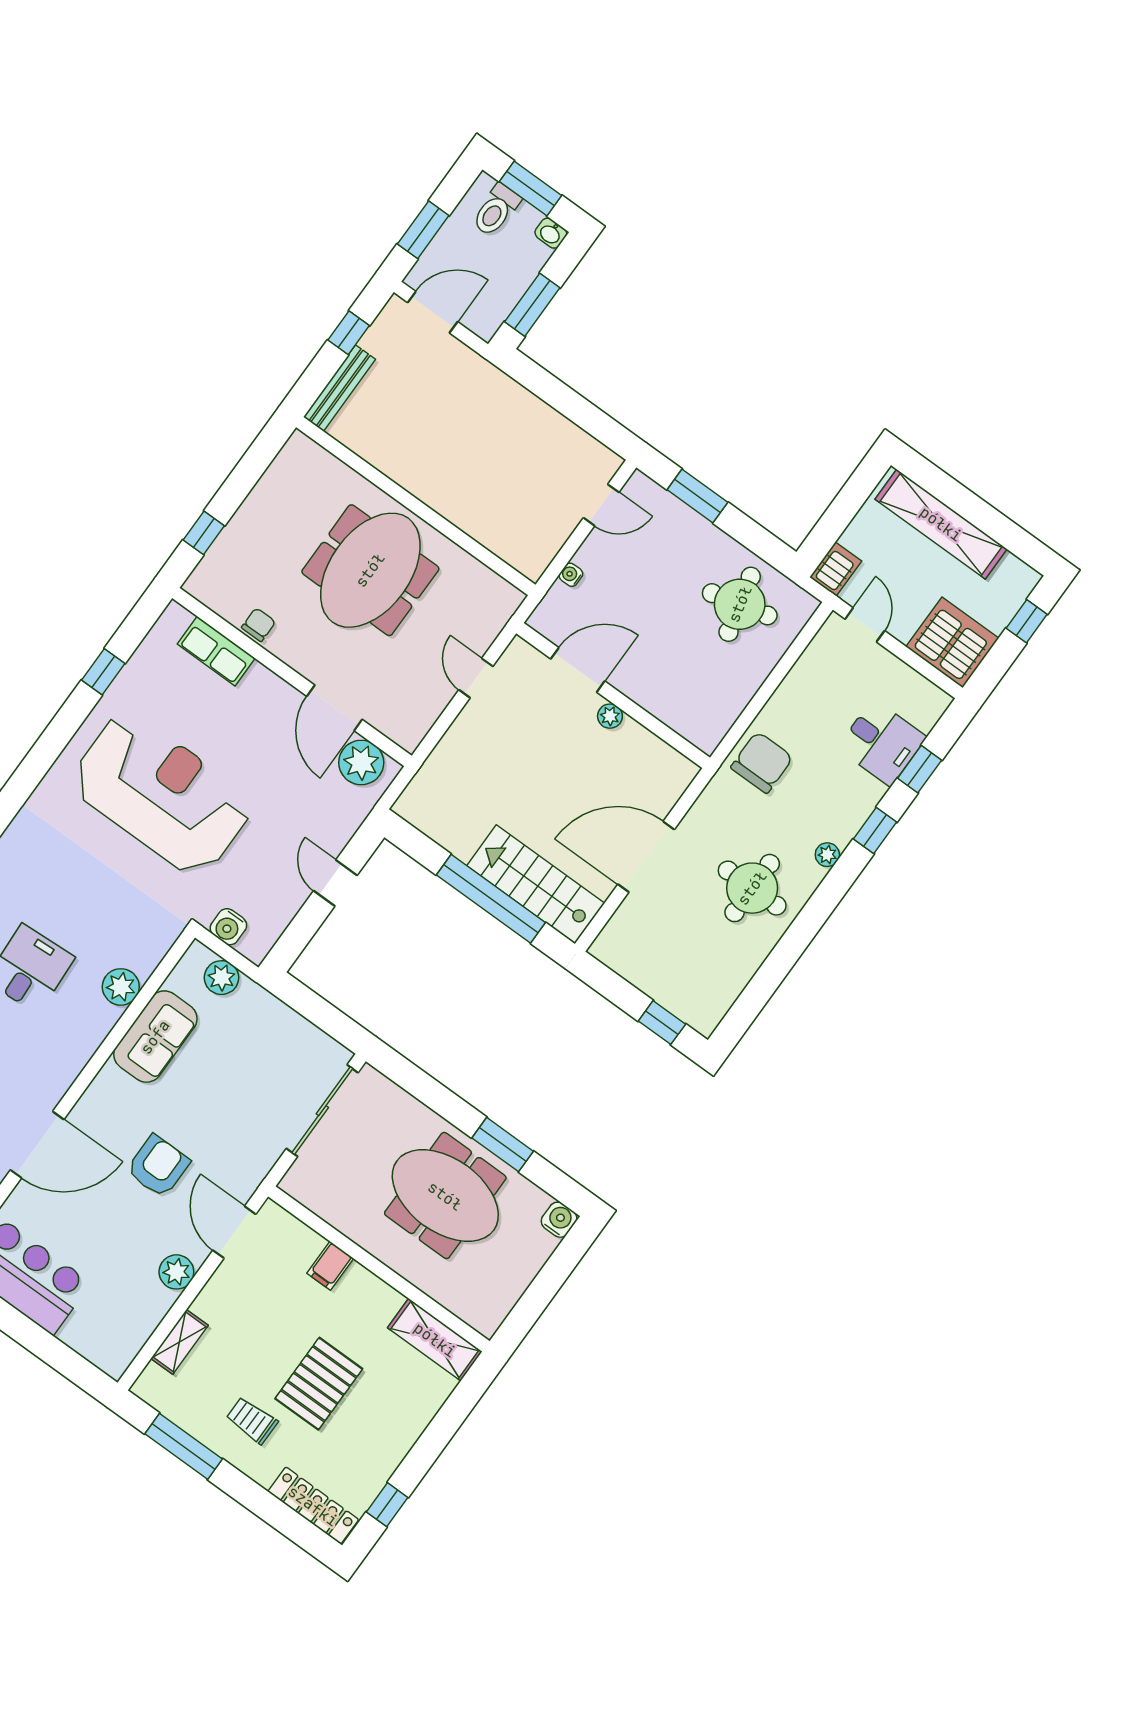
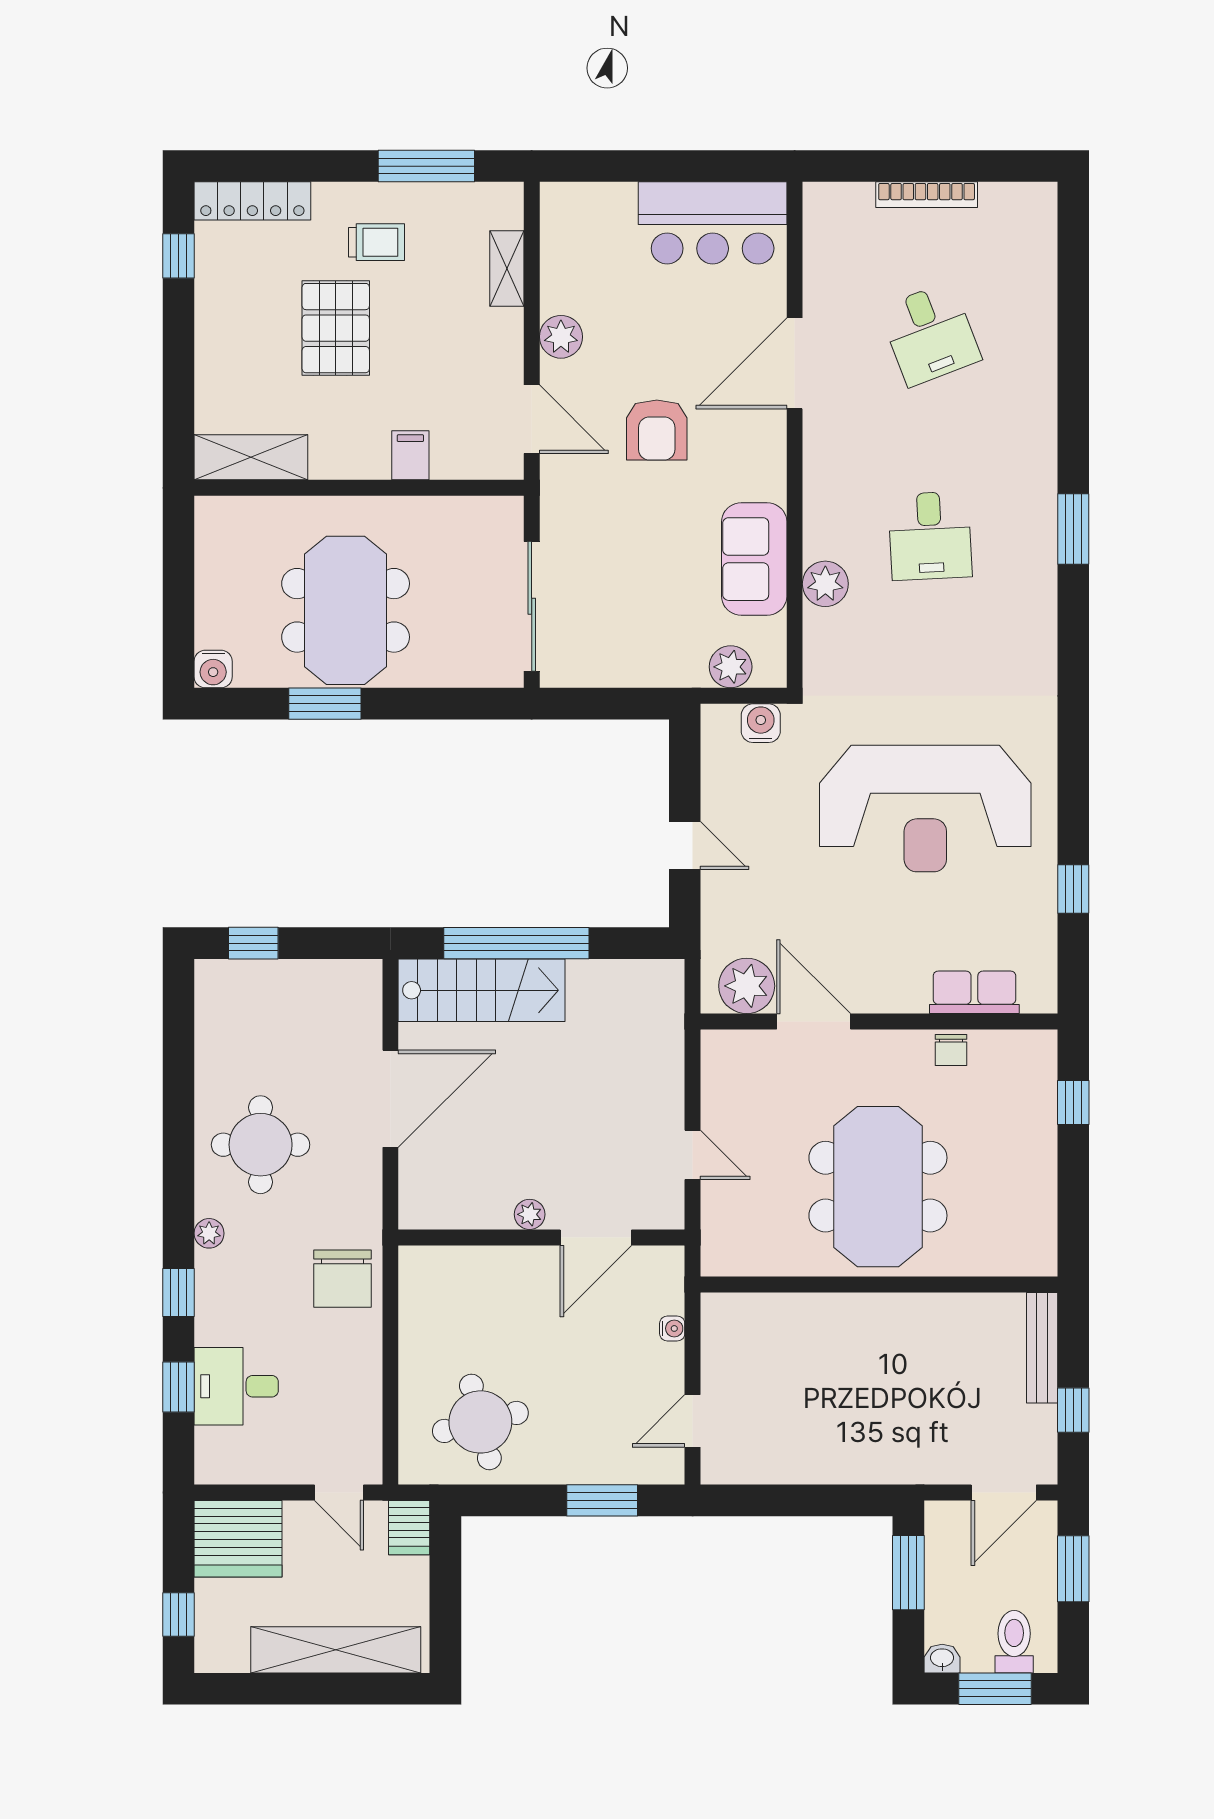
meeting table: (445, 1196) -> (346, 610), turned 90

